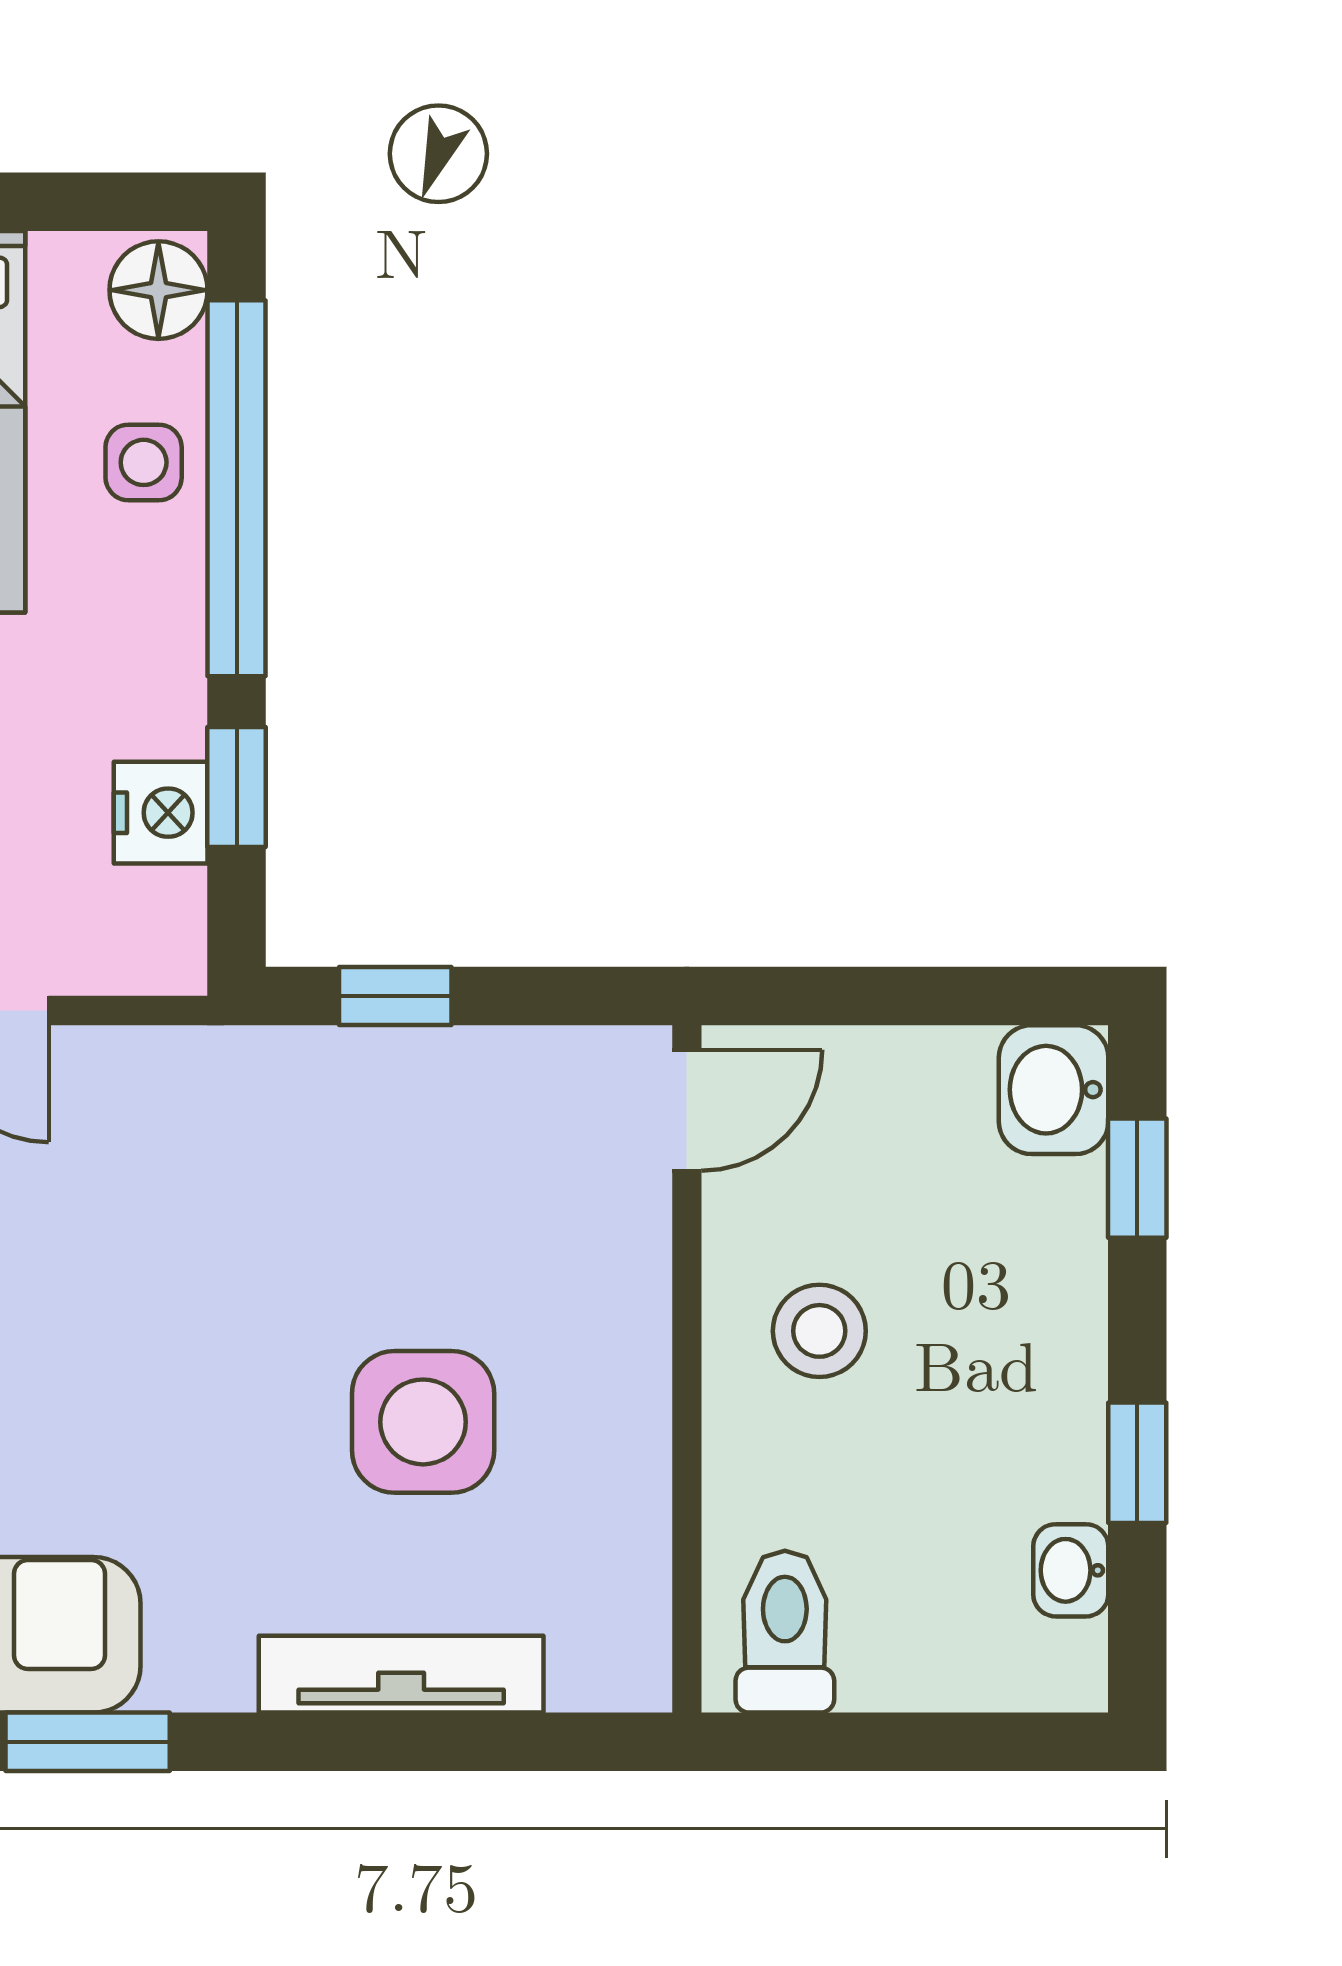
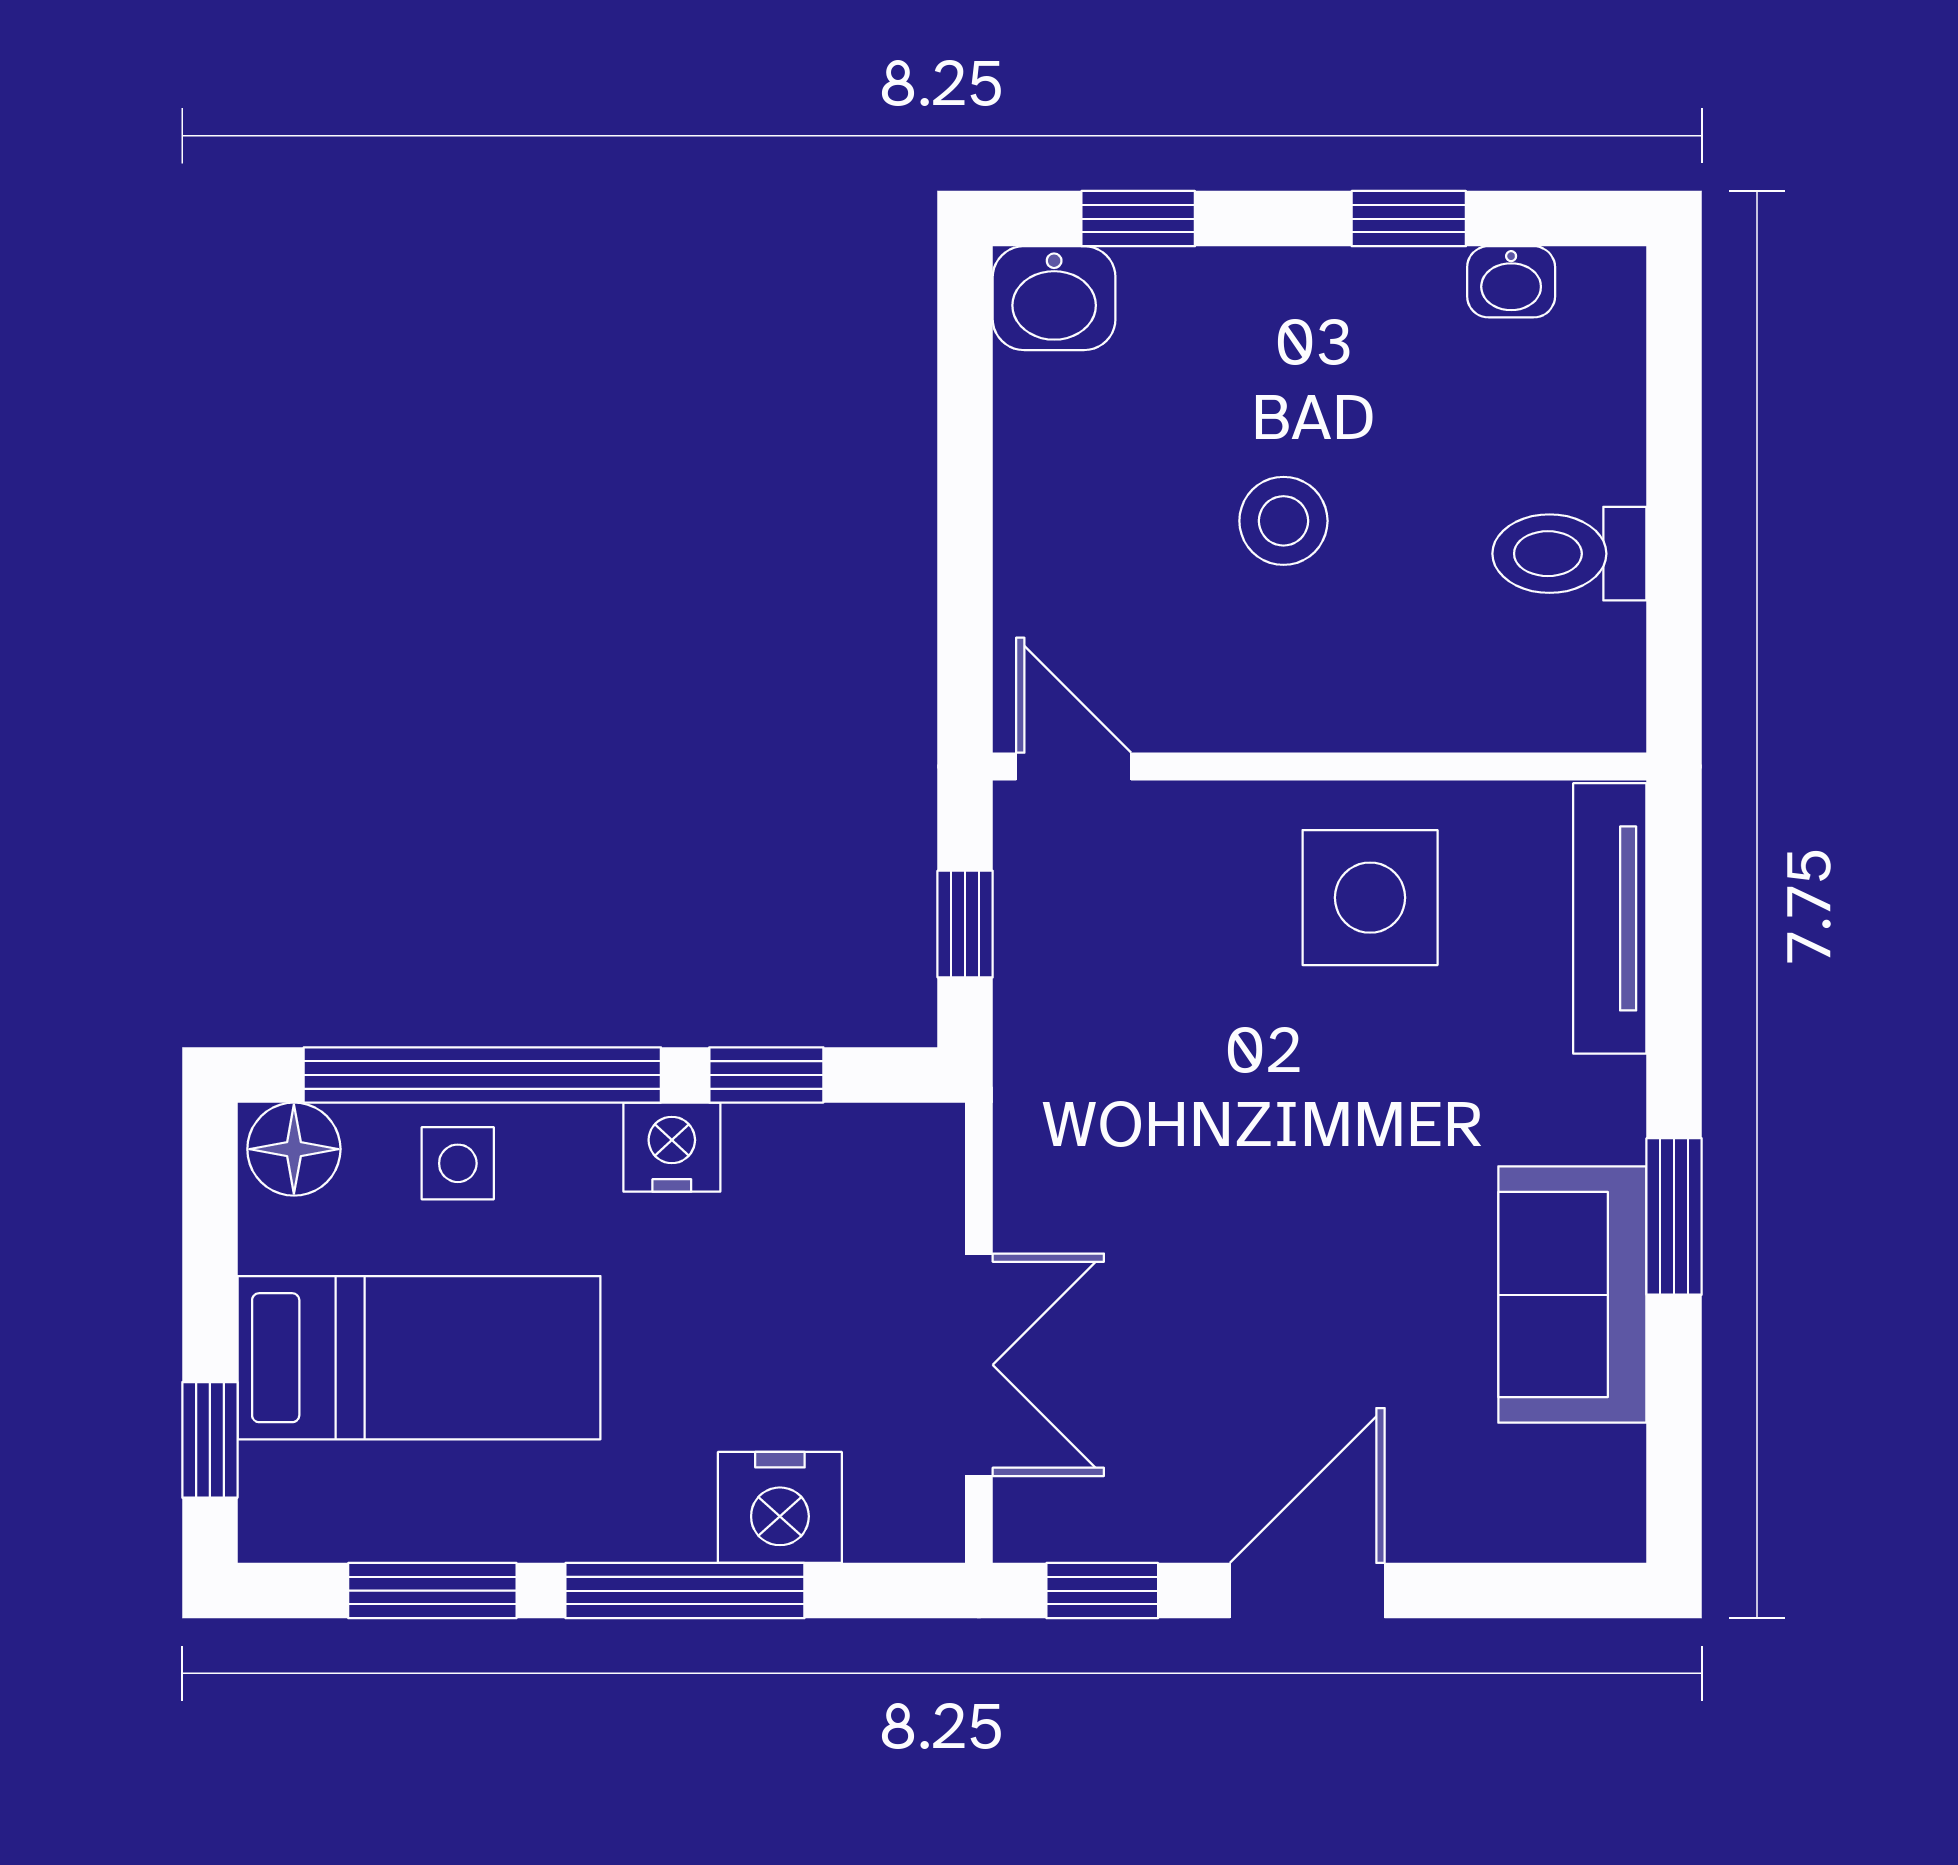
nightstand: (161, 813) -> (672, 1147), moved
door: (687, 1110) -> (1074, 766), moved
wall: (687, 1369) -> (1320, 766), moved

